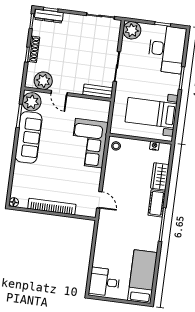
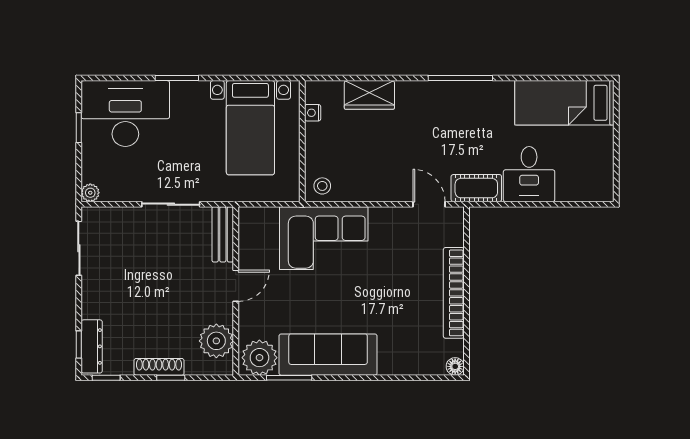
plant: (132, 30) -> (90, 193), width x0.53, depth x0.53
door: (59, 93) -> (236, 286), moved
door: (99, 200) -> (429, 204), hinge flipped
cot: (157, 203) -> (476, 188), moved
desk: (104, 282) -> (529, 174), moved

